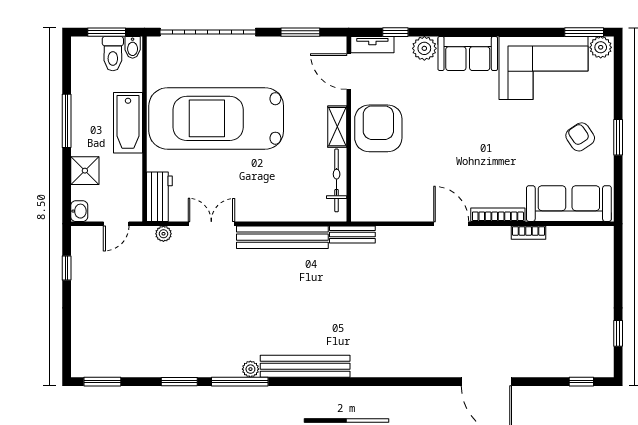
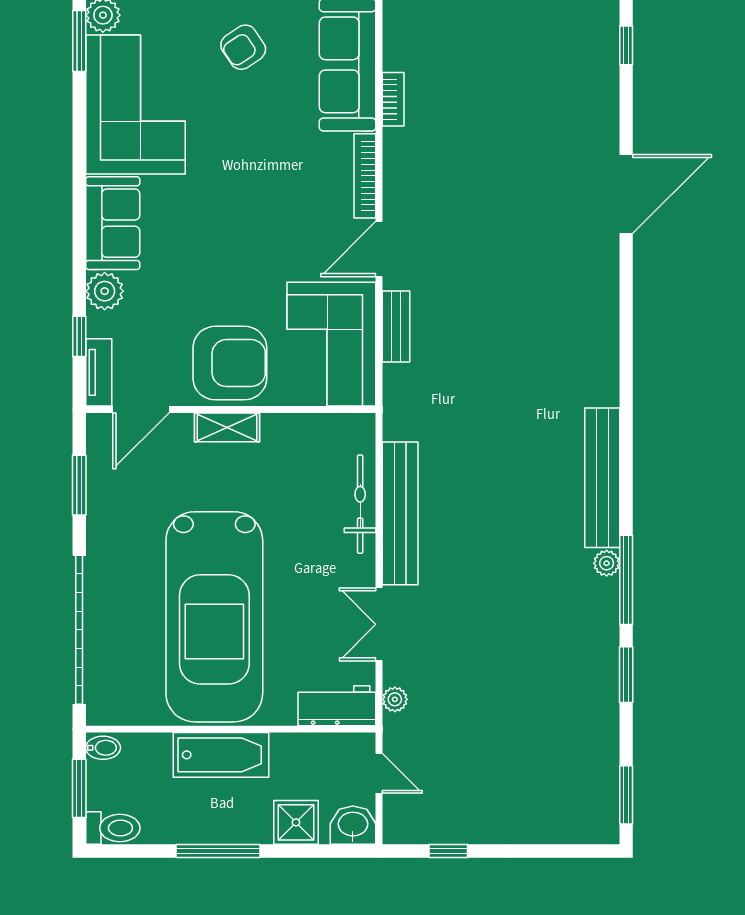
toilet: (113, 54) -> (113, 828), moved
armchair: (378, 128) -> (230, 363), turned 180
bicycle: (337, 180) -> (360, 504), moved, turned 90
corner sofa: (390, 193) -> (331, 344), added
washbasin: (79, 211) -> (353, 825), width x1.38, depth x1.45
bookcase: (529, 233) -> (393, 99), moved
bench: (352, 234) -> (396, 326), moved

